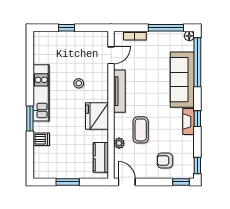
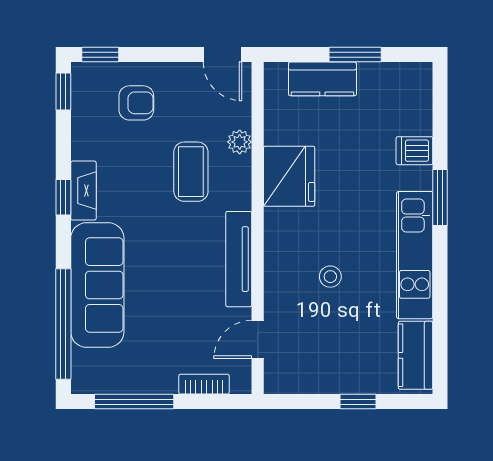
floor lamp: (189, 36) -> (82, 383), removed
kitchen counter: (41, 48) -> (416, 355), added
fridge: (97, 116) -> (289, 176), moved
kitchen counter: (101, 157) -> (322, 79), moved, turned 90

